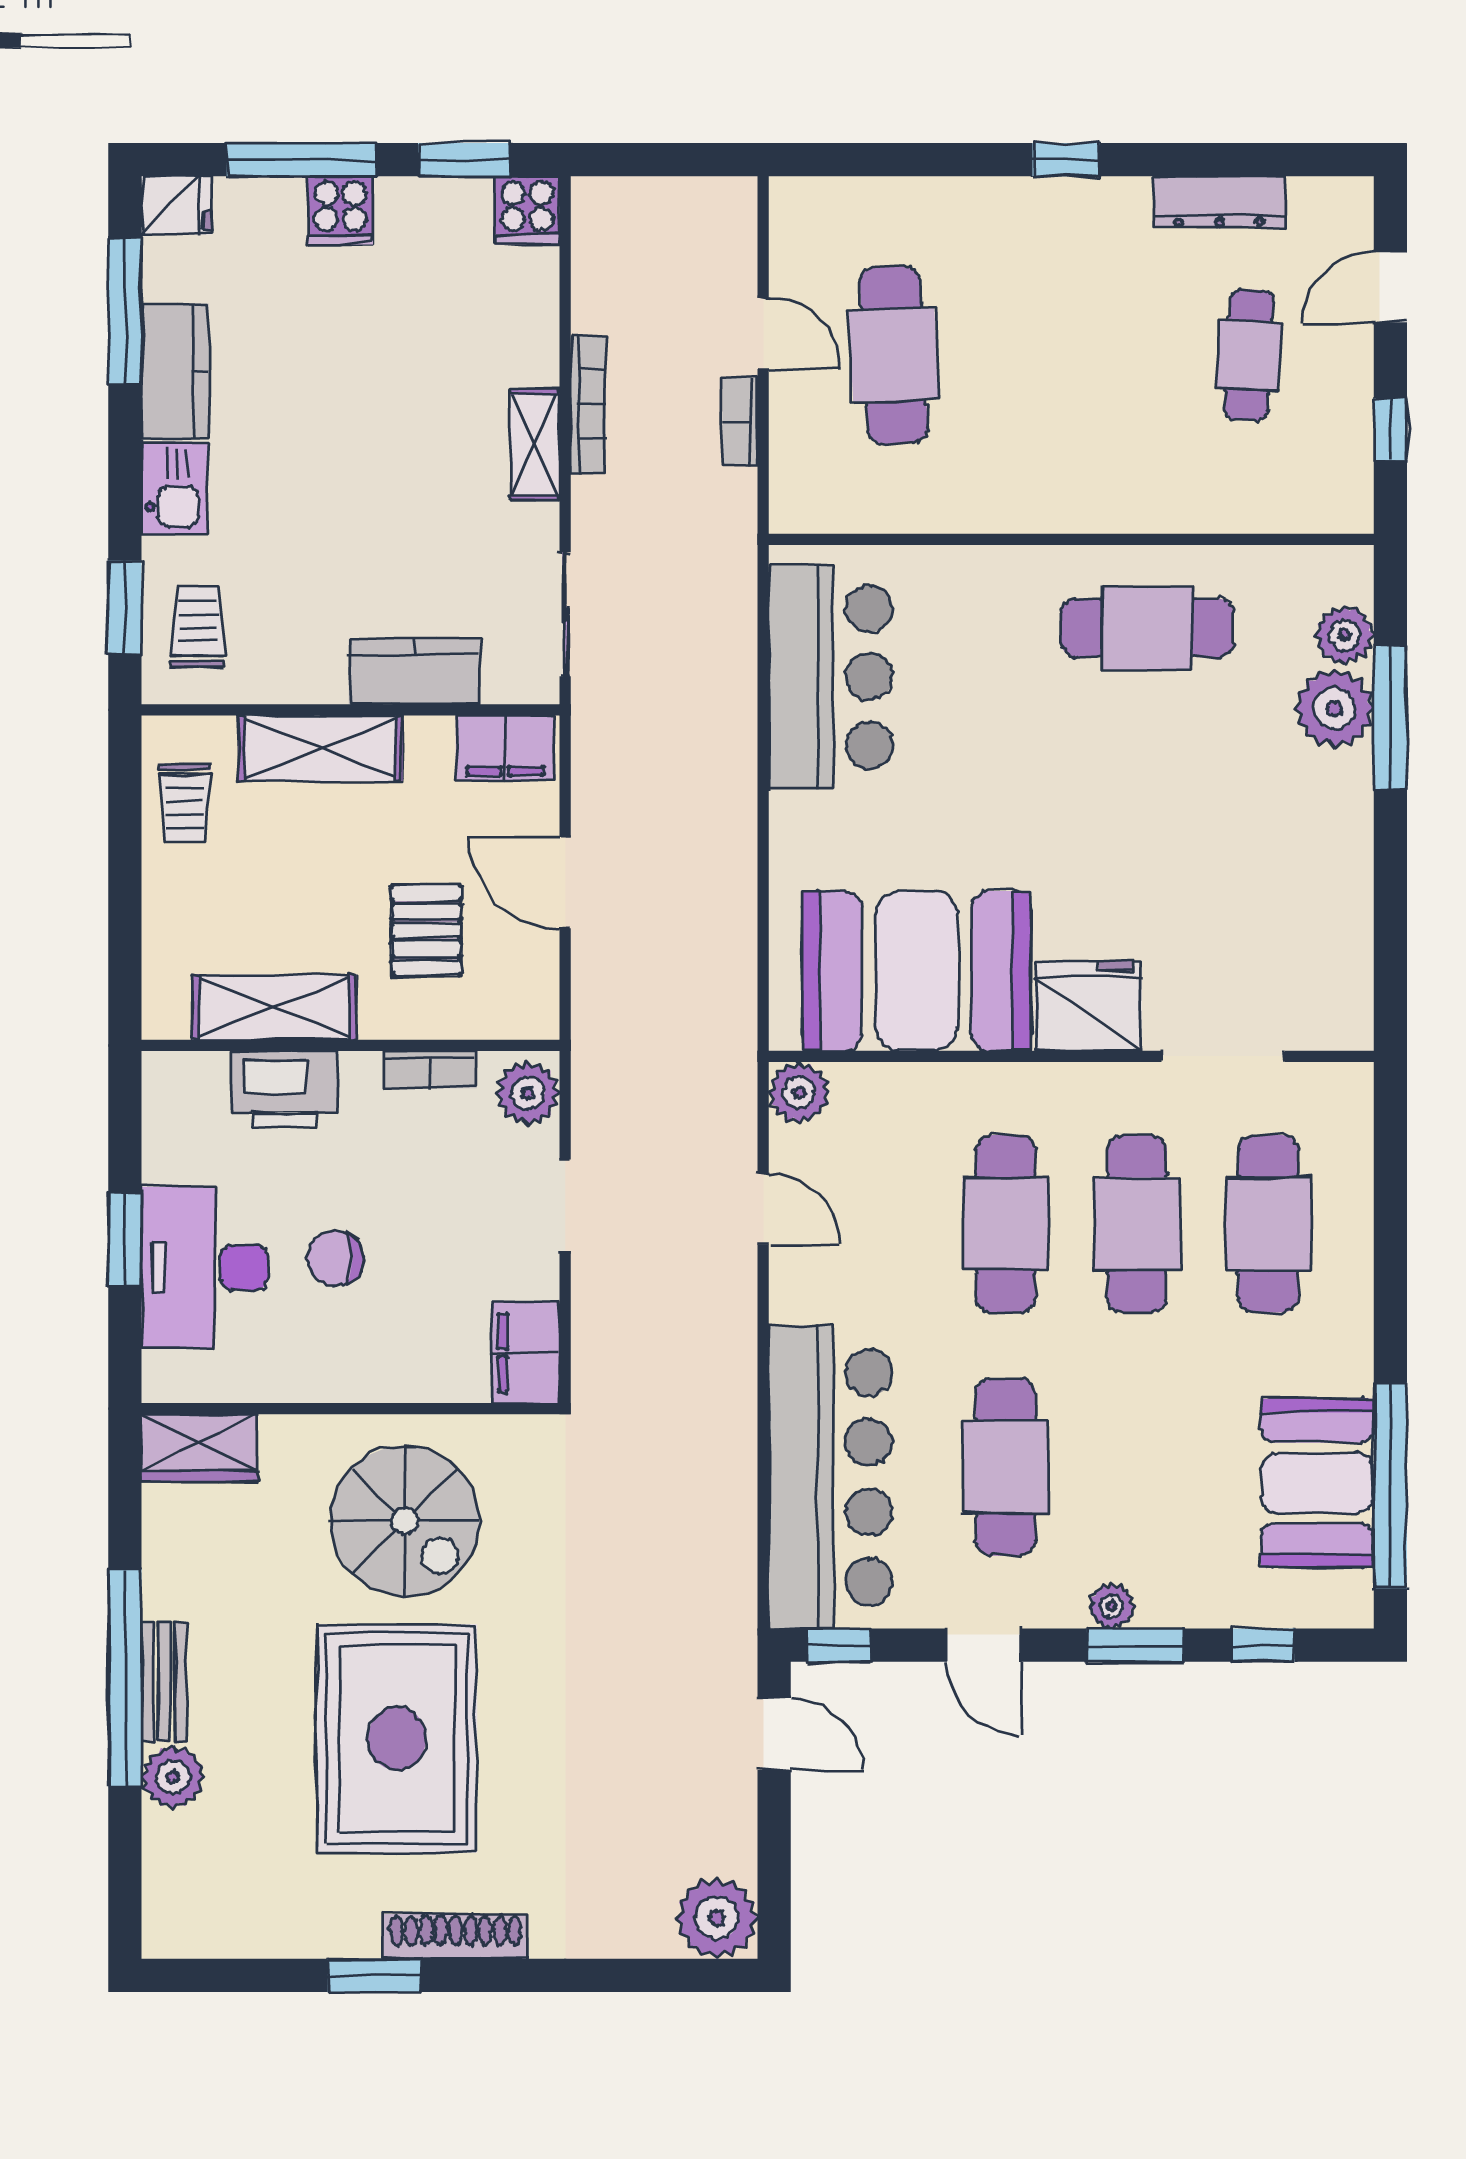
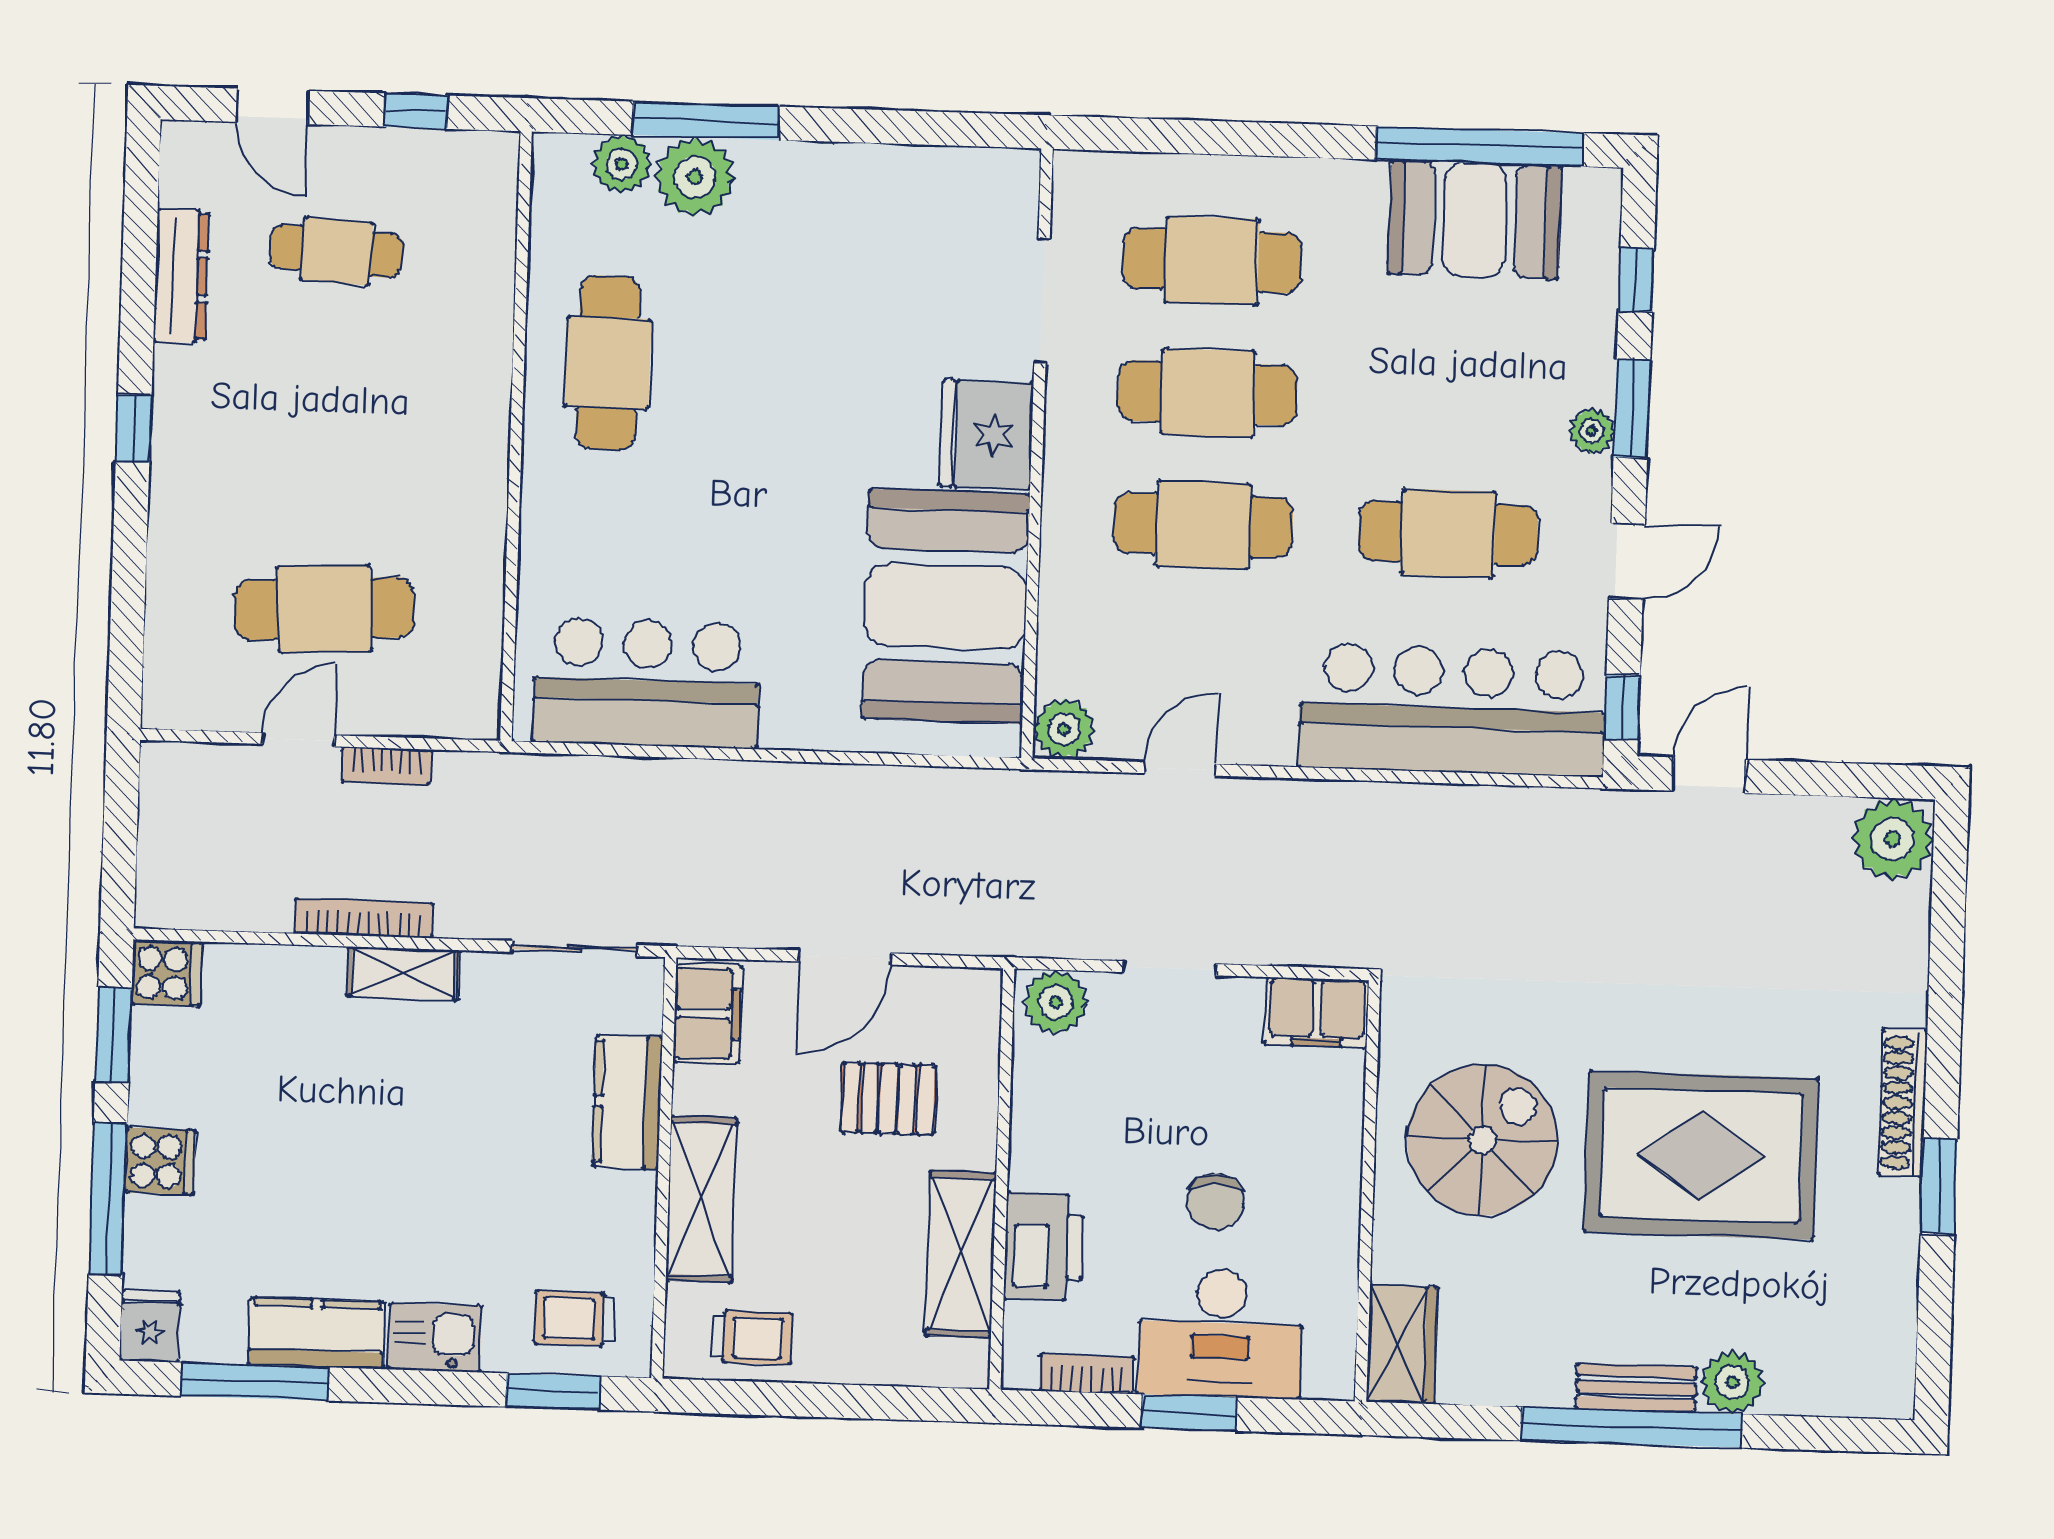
bookcase: (430, 1070) -> (1087, 1374), moved, turned -90

